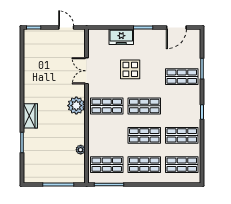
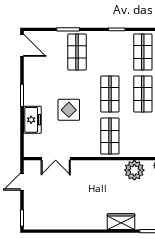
door: (176, 28) -> (22, 45), moved
double door: (87, 71) -> (56, 159), moved
plant: (76, 106) -> (134, 170), moved

